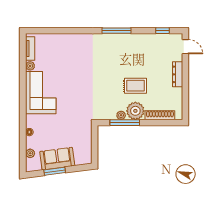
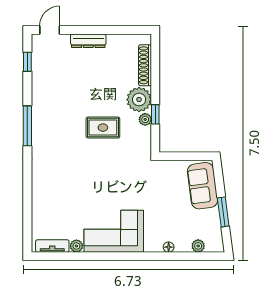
rug: (135, 86) -> (103, 128), moved, turned 90
window: (125, 123) -> (155, 114), width x0.46
sofa: (57, 159) -> (203, 186), moved

